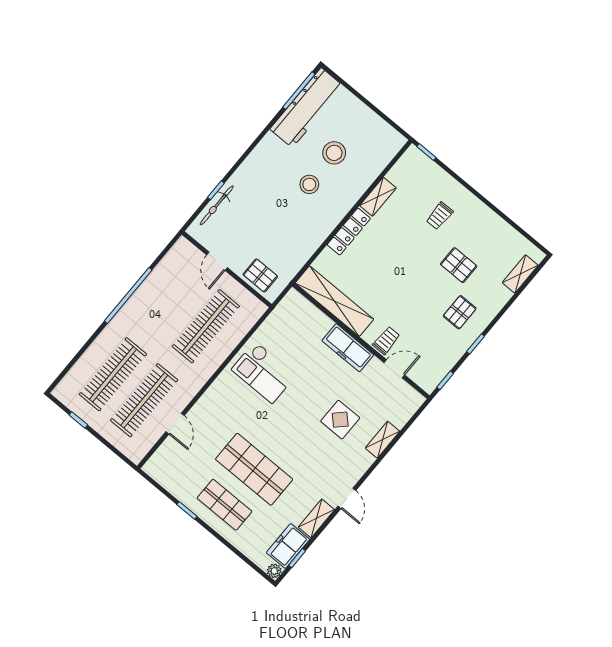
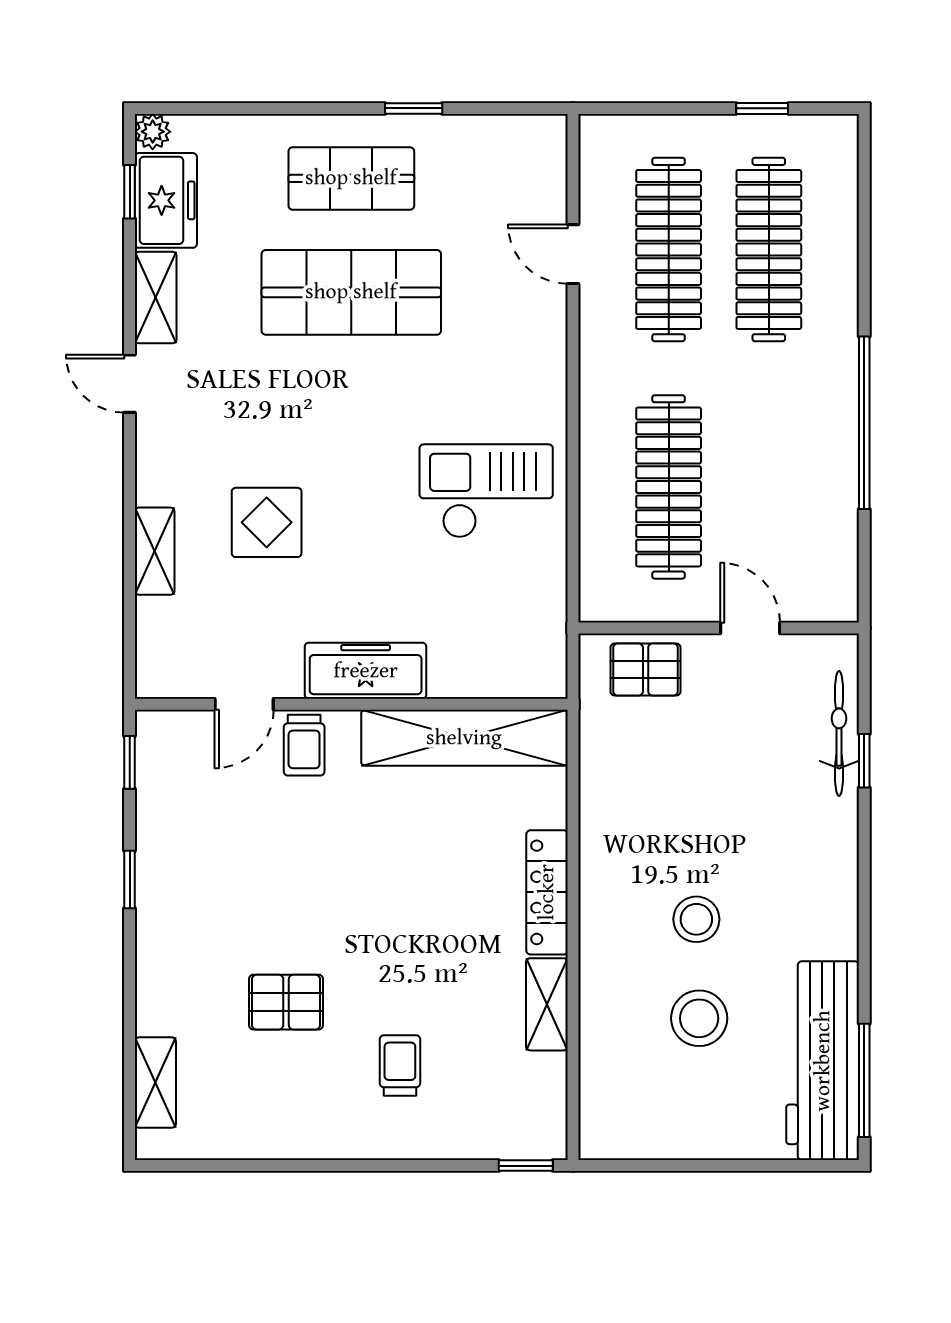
pallet: (460, 312) -> (210, 914), removed

